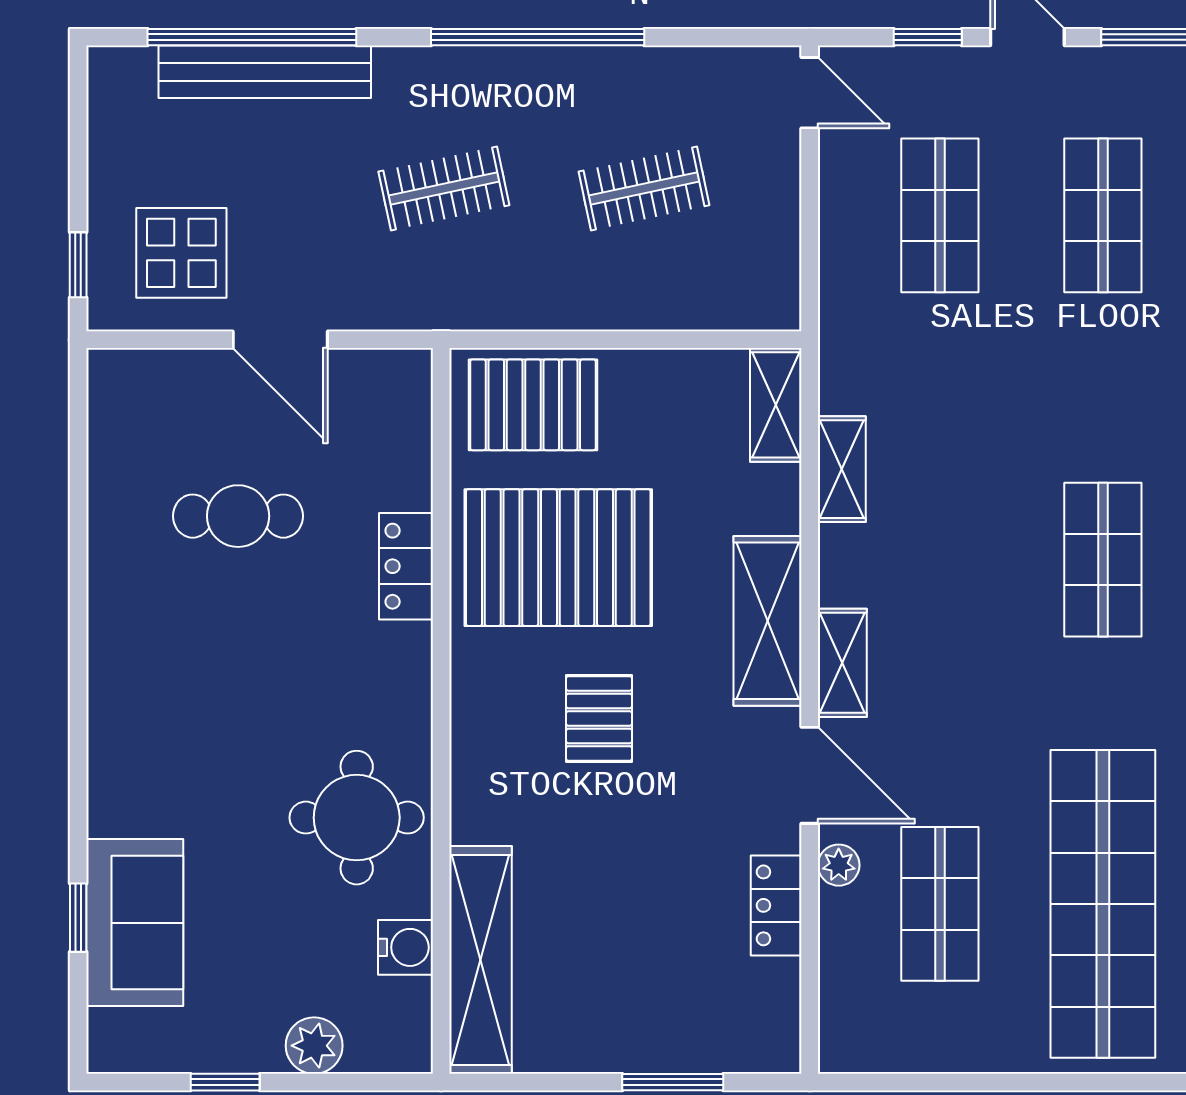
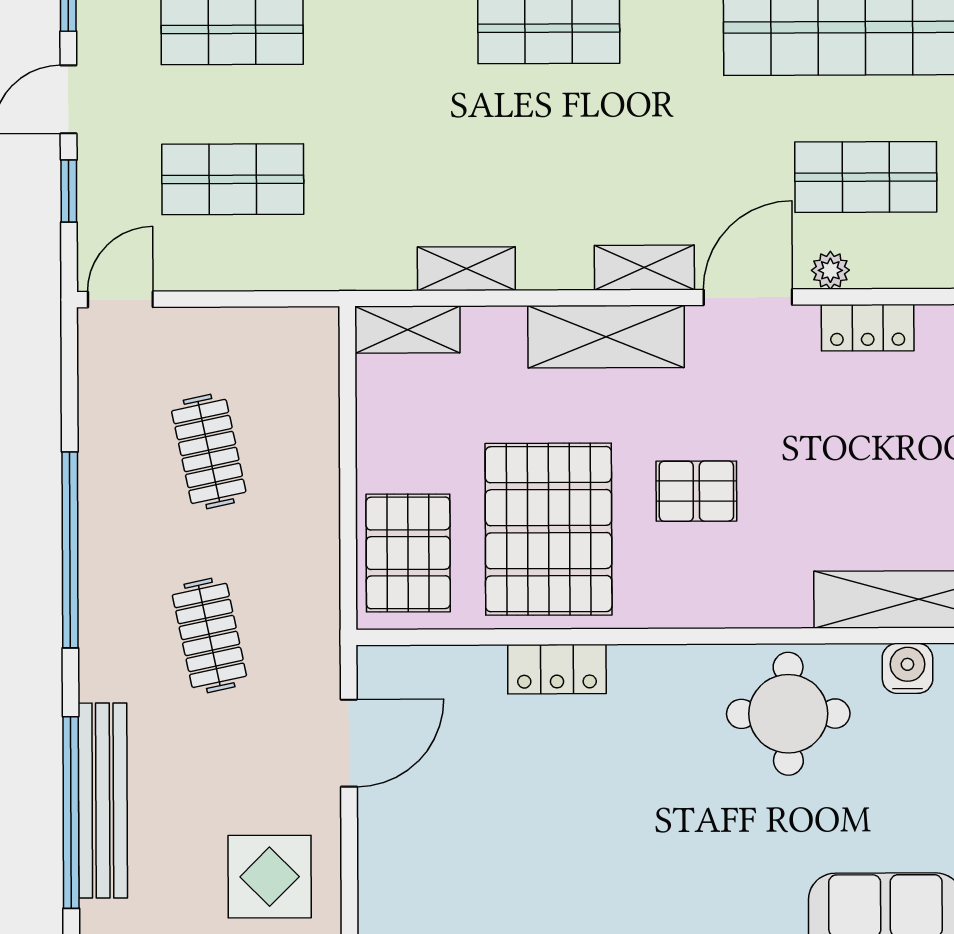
door: (280, 340) -> (349, 743), moved
cafe table: (238, 516) -> (511, 824), removed

